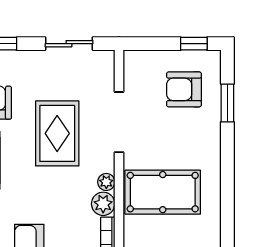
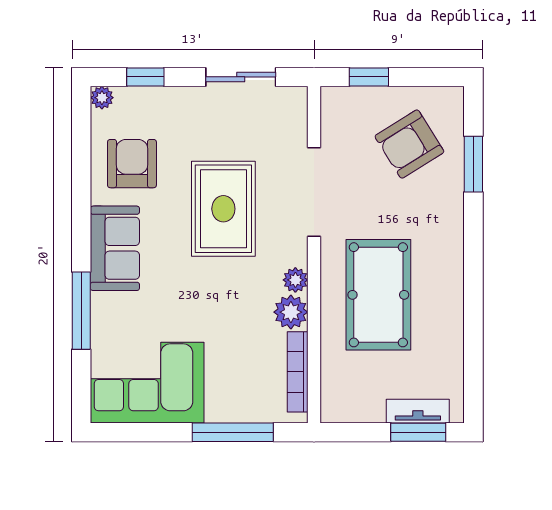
window: (194, 44) -> (369, 77), moved
armchair: (184, 89) -> (409, 144), turned -32
pool table: (163, 192) -> (378, 295), turned 90

